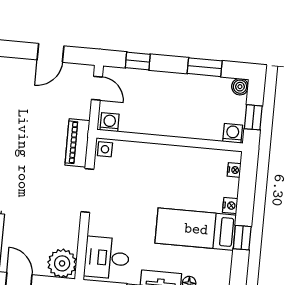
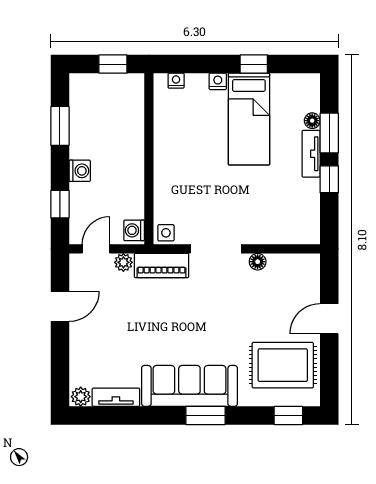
door: (51, 53) -> (60, 306), hinge flipped
boiler: (240, 87) -> (79, 83), removed
washing machine: (233, 133) -> (80, 171), moved, turned 180
floor lamp: (73, 225) -> (258, 262), added
desk: (107, 258) -> (292, 219), removed
plant: (62, 263) -> (123, 262), moved, width x0.53, depth x0.53

